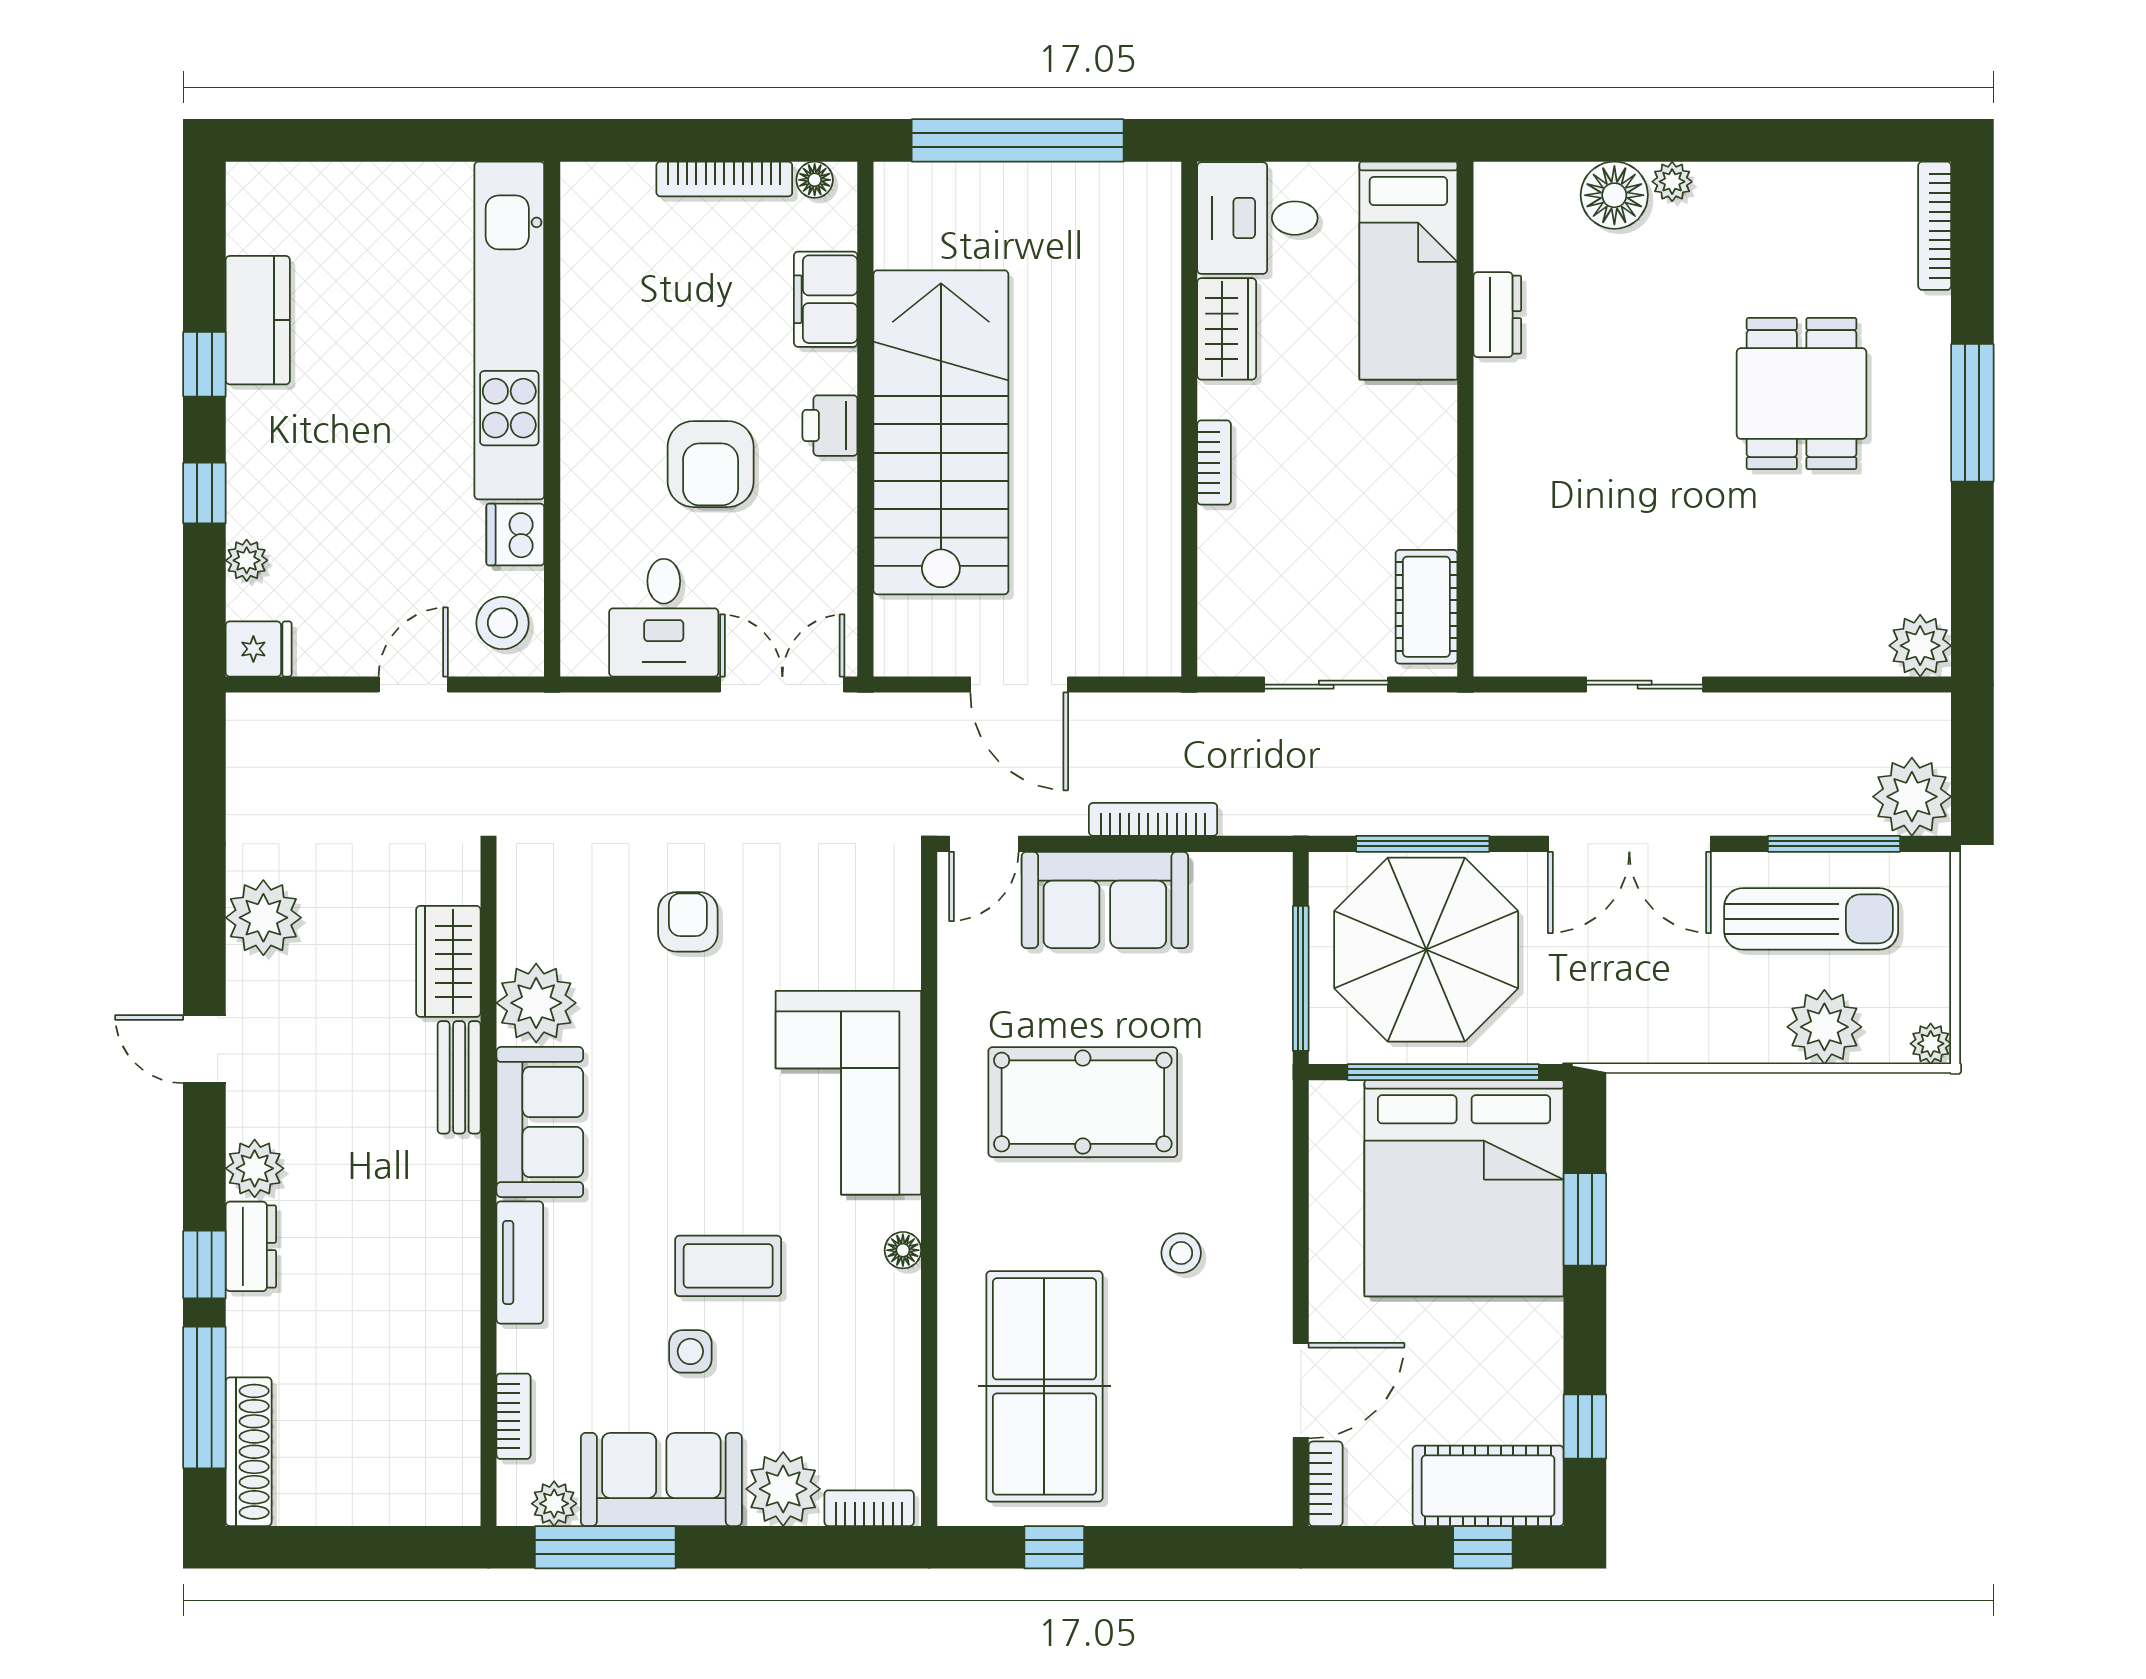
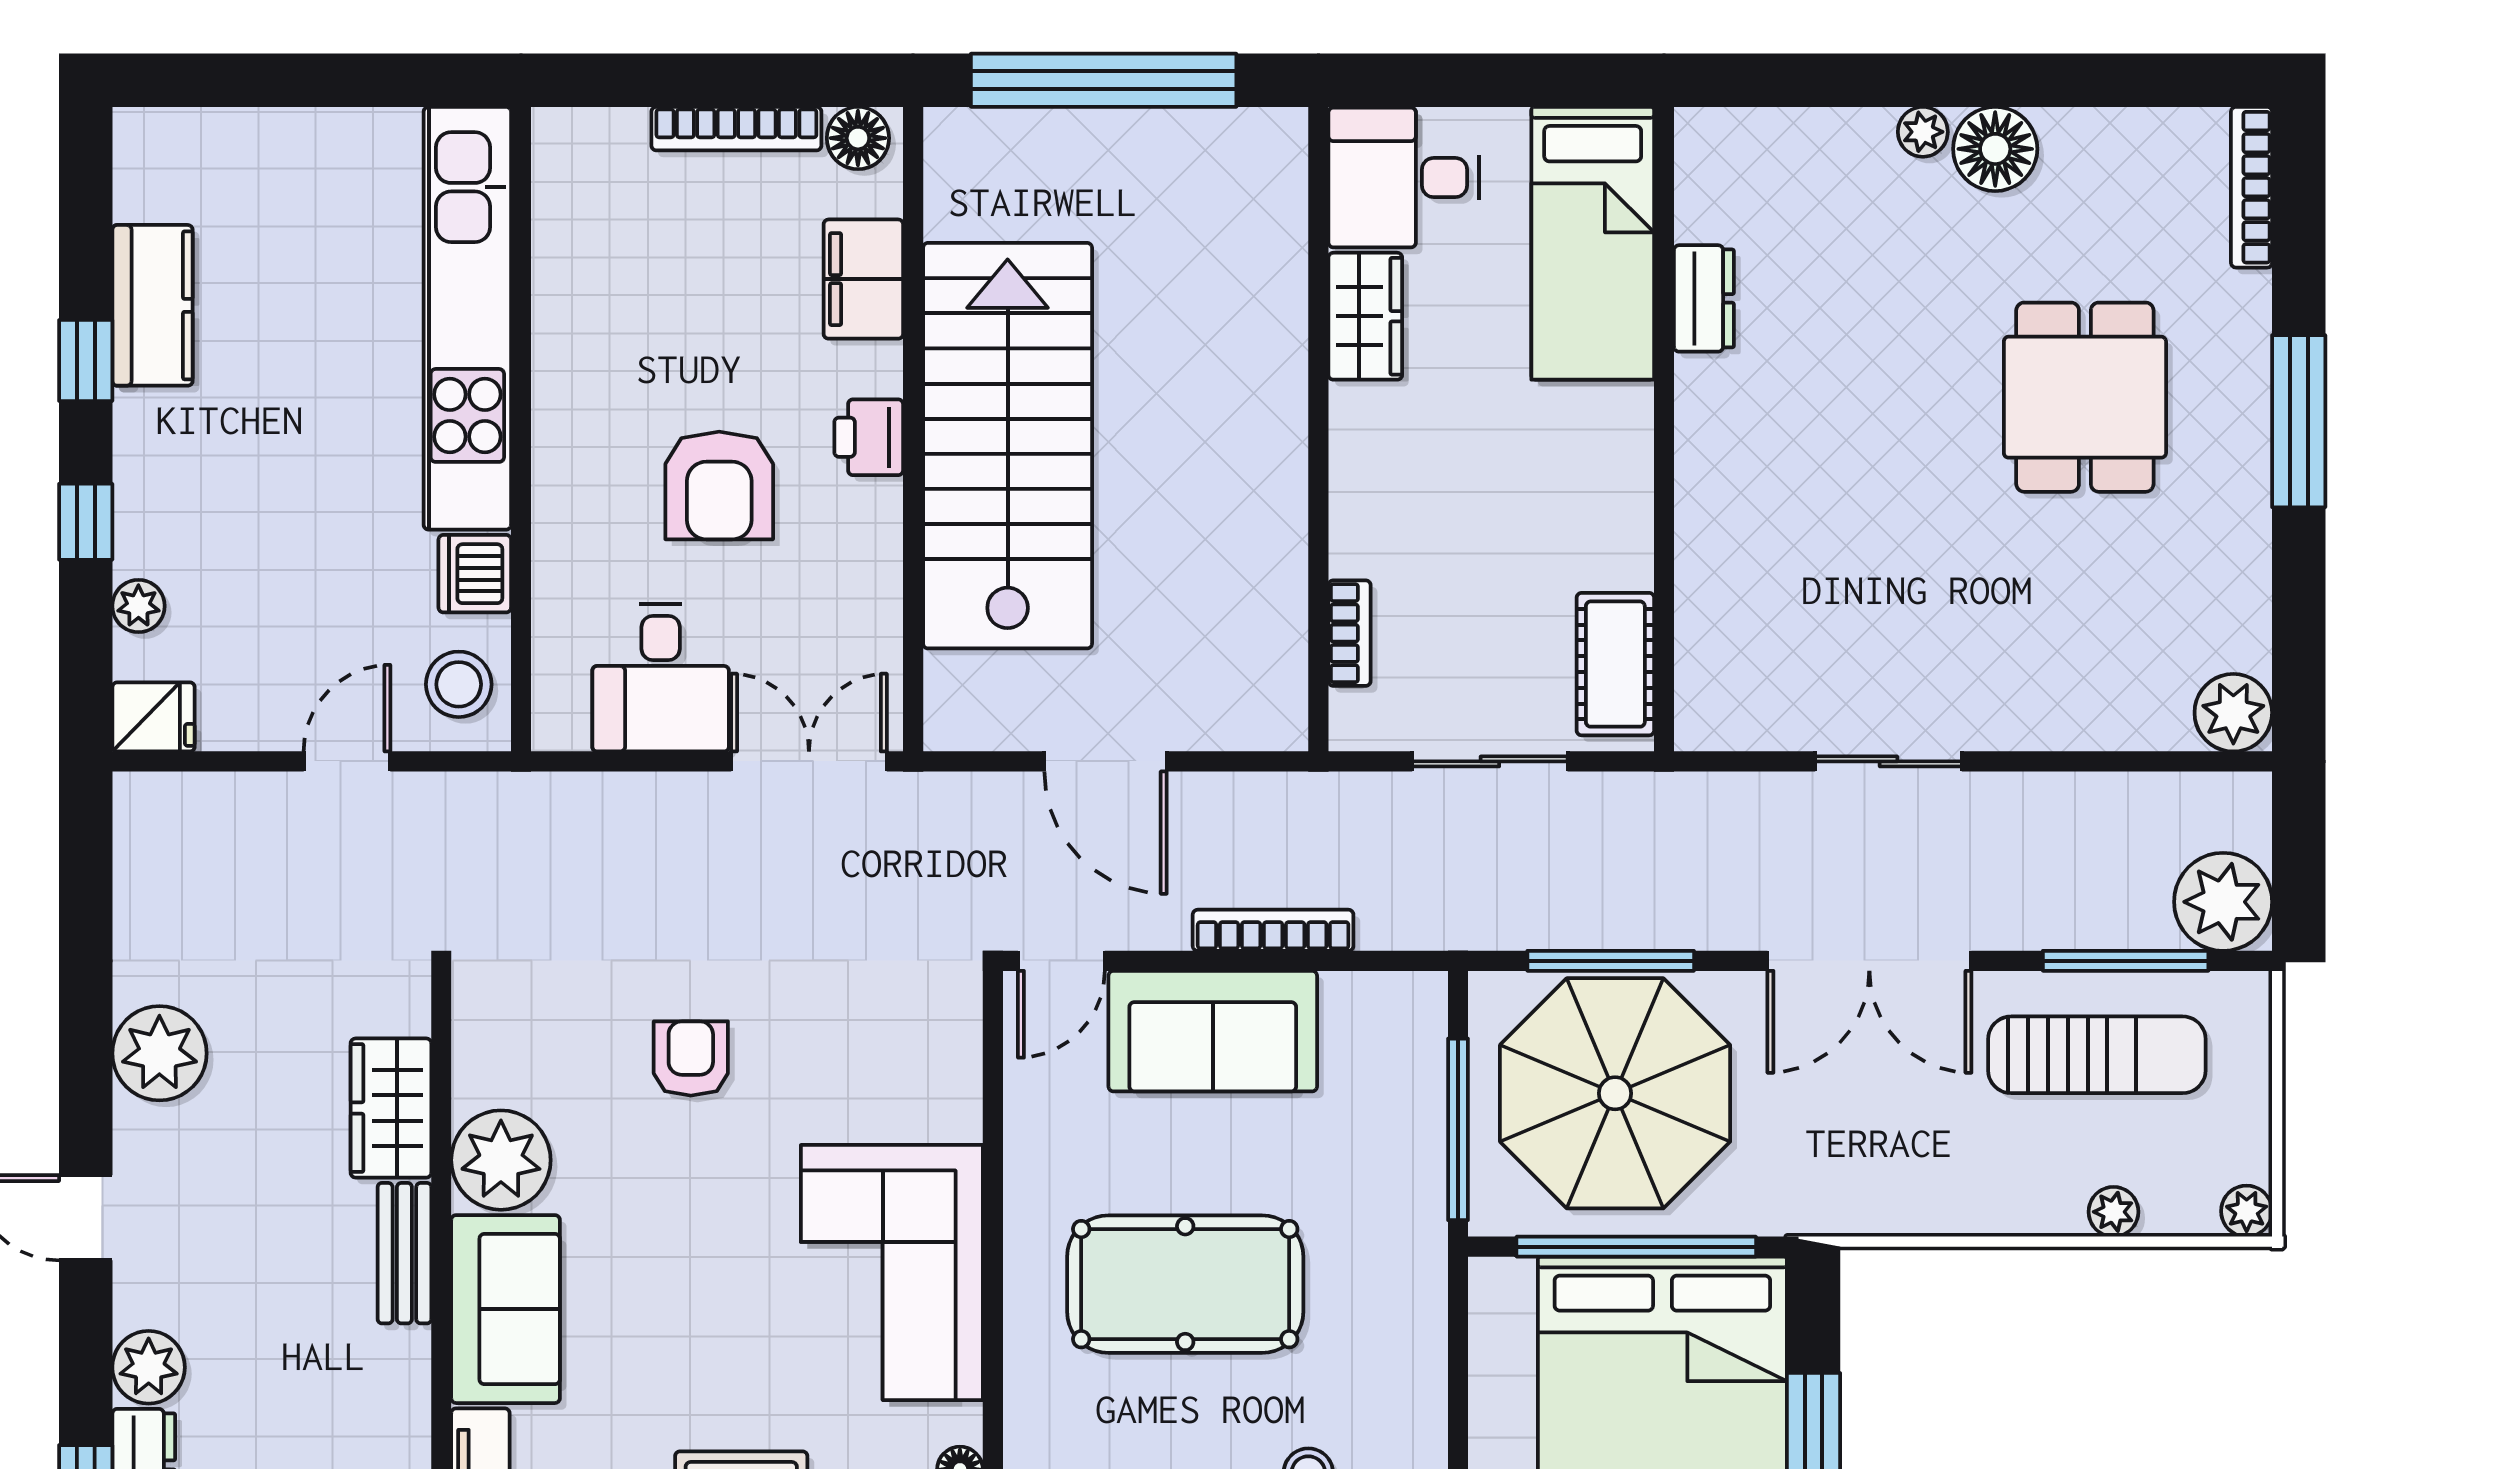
floor lamp: (815, 180) -> (858, 138), width x1.37, depth x1.37
floor lamp: (1614, 195) -> (1995, 149), moved
bookcase: (1214, 463) -> (1350, 633), moved
plant: (1824, 1027) -> (2113, 1212), width x0.53, depth x0.53

